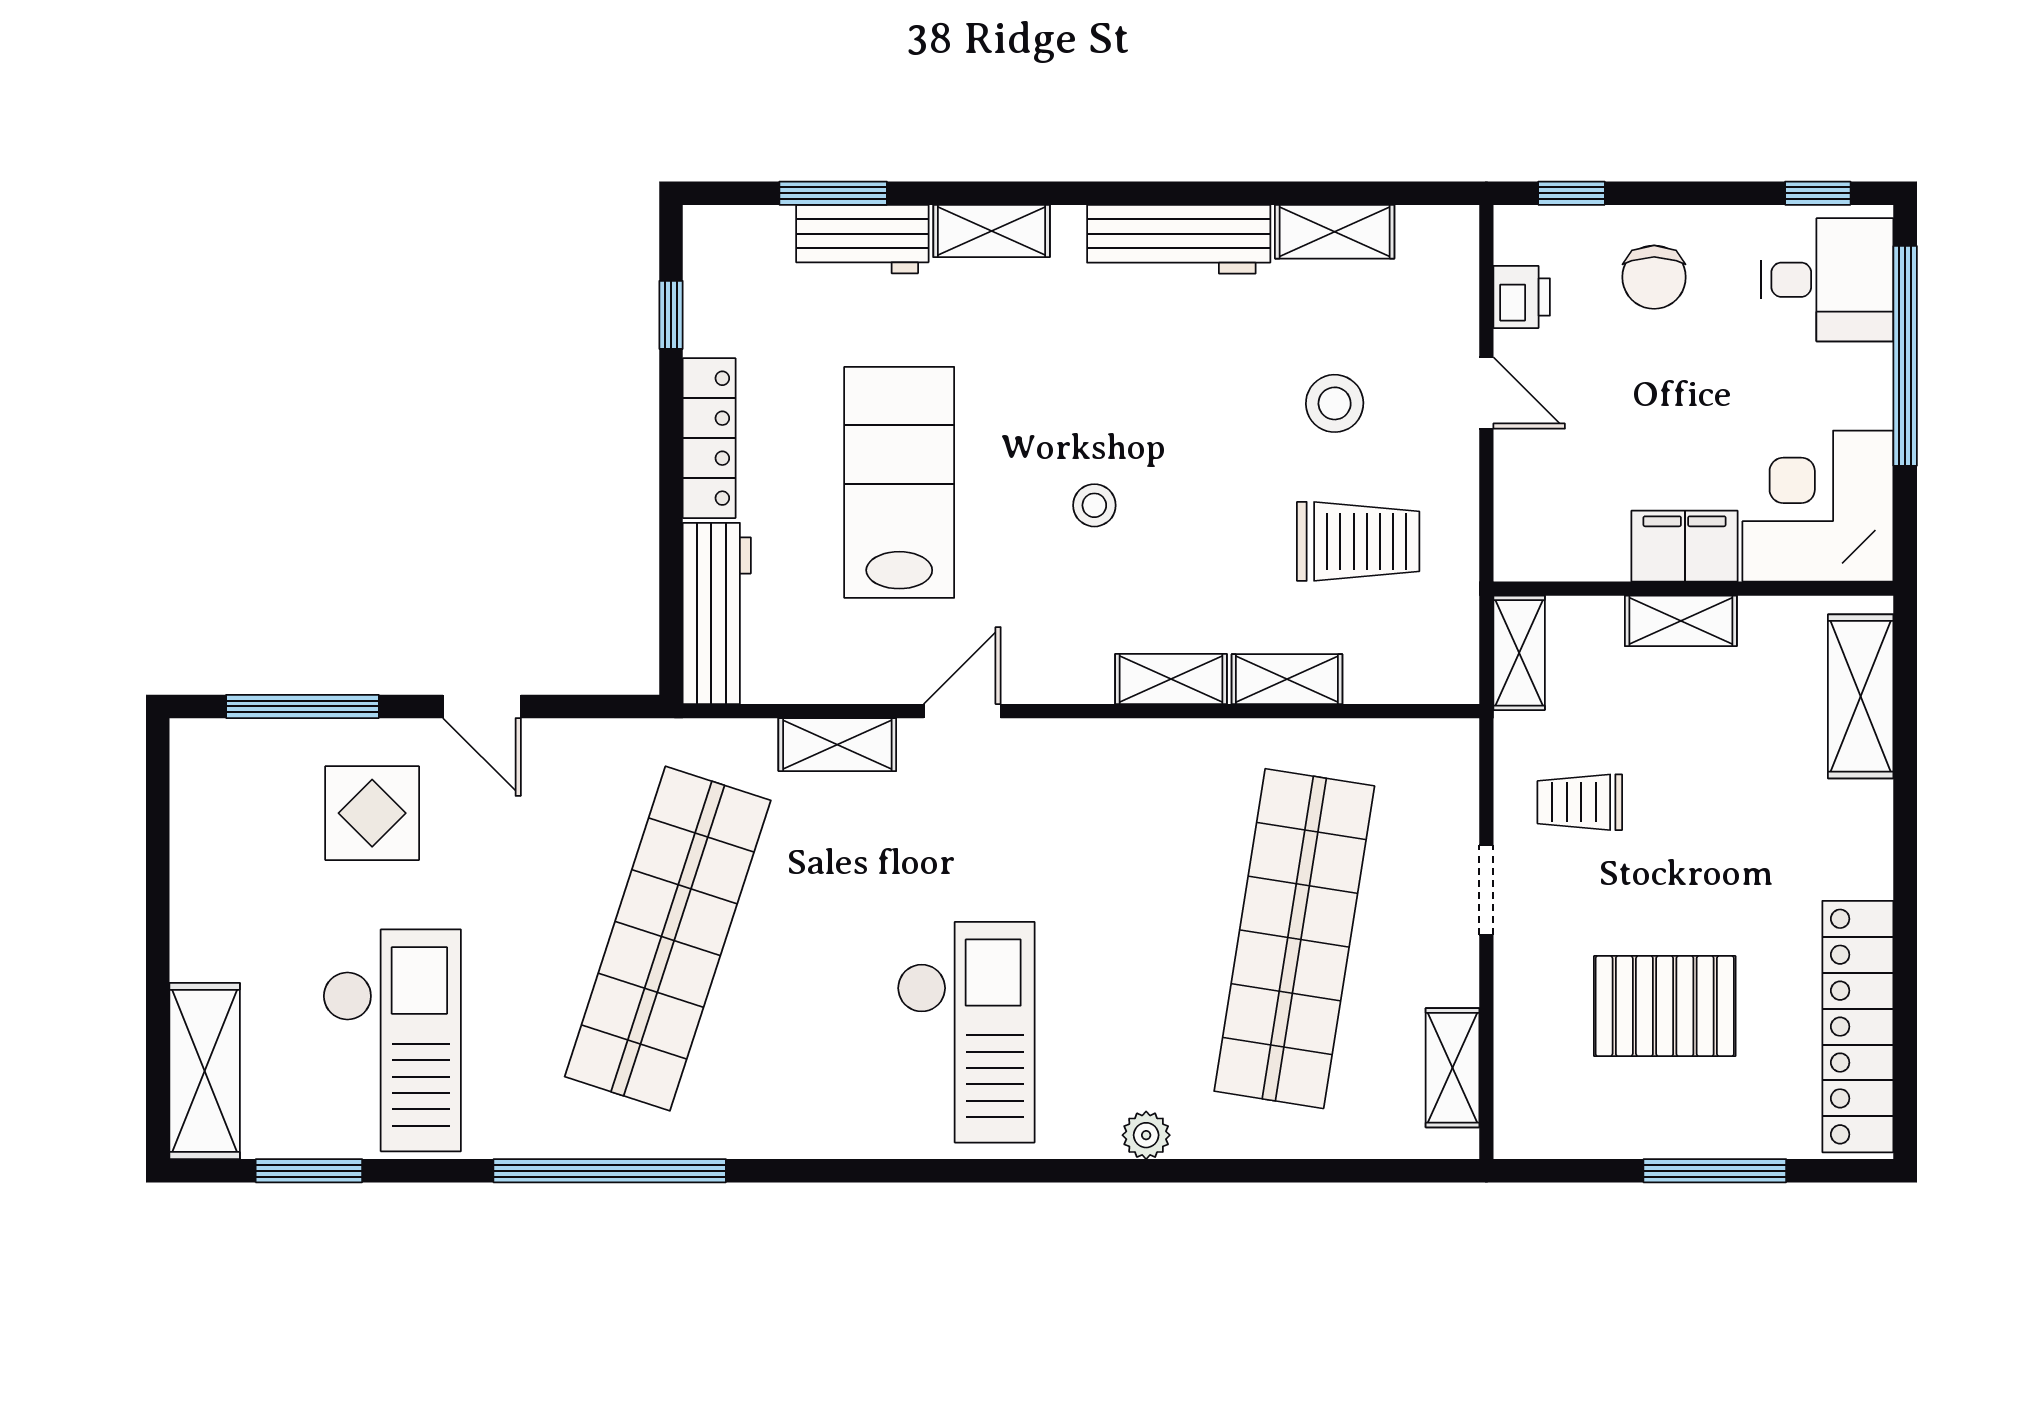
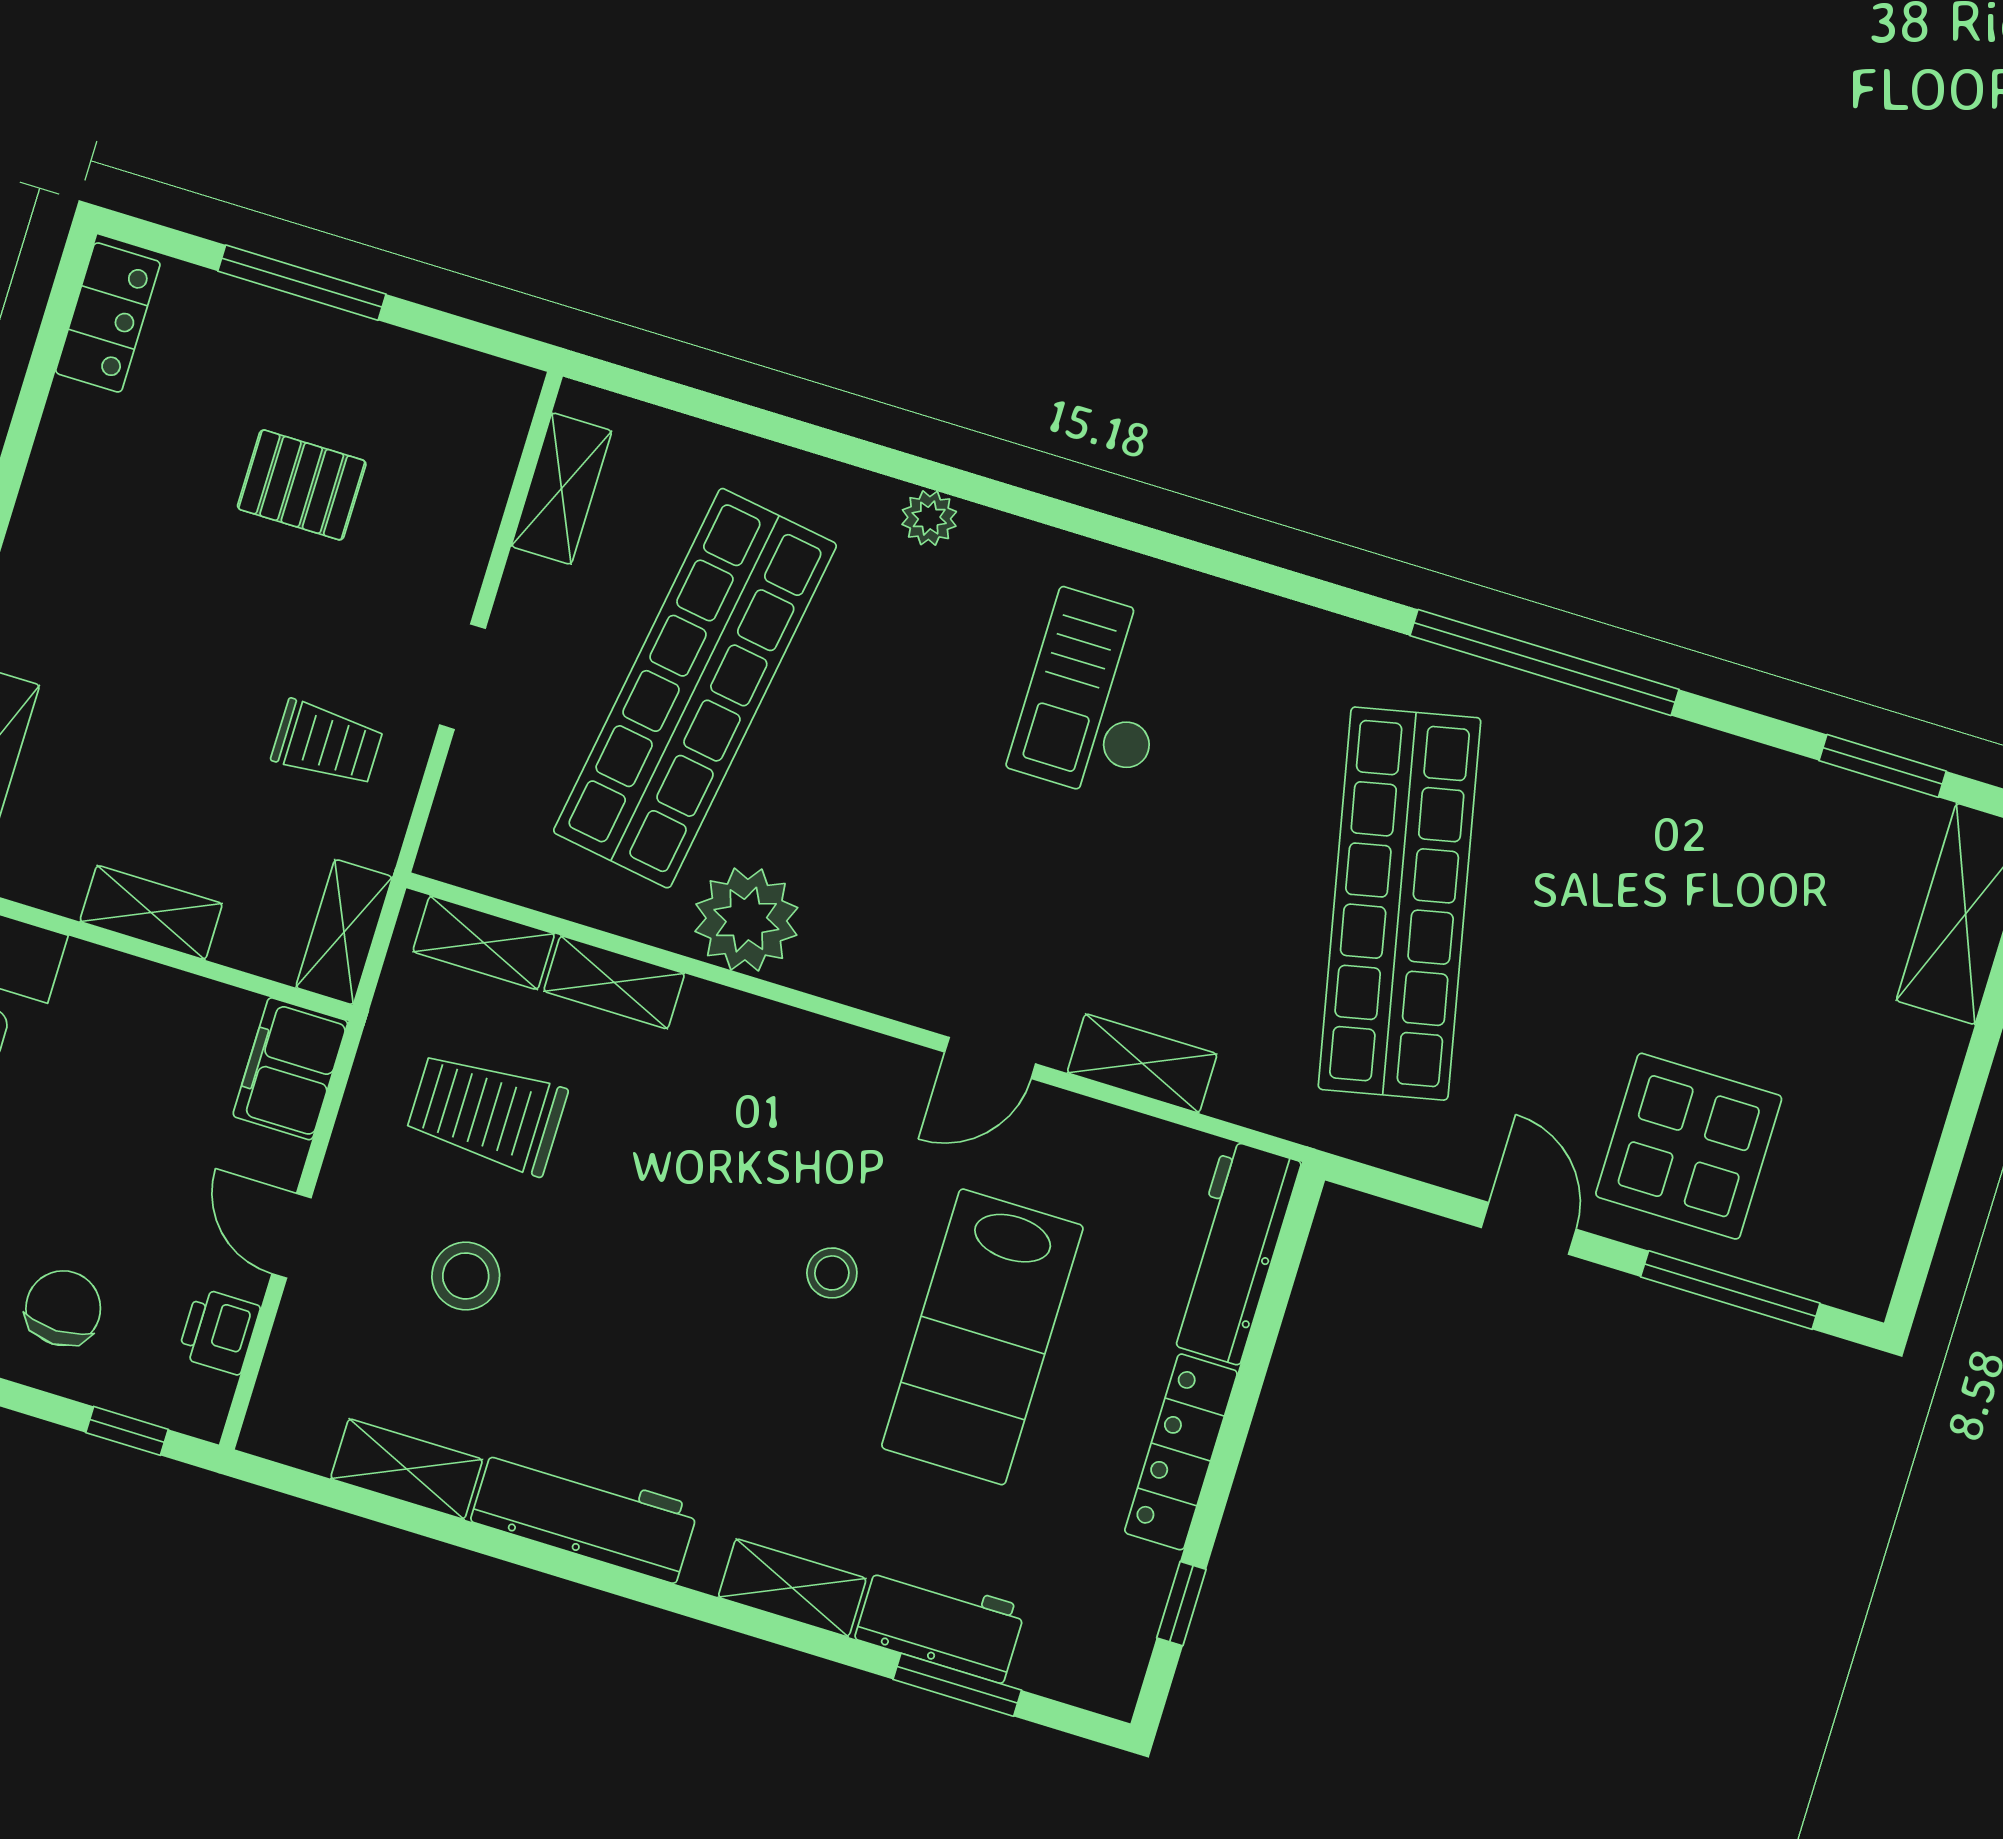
stool: (1094, 505) -> (832, 1273), moved
filing cabinet: (1685, 546) -> (290, 1069), moved, turned 90
shelving: (1171, 679) -> (484, 943), moved
plant: (1195, 763) -> (746, 920), added
display table: (372, 813) -> (1689, 1146), width x1.36, depth x1.36
shop shelf: (668, 939) -> (1399, 904), turned -30
pallet: (1665, 1006) -> (302, 485), width x0.67, depth x0.71
locker: (1858, 1027) -> (108, 317), width x0.46, depth x0.83
checkout: (966, 1032) -> (1097, 696), width x0.73, depth x0.83
checkout: (392, 1040) -> (1745, 884), removed

